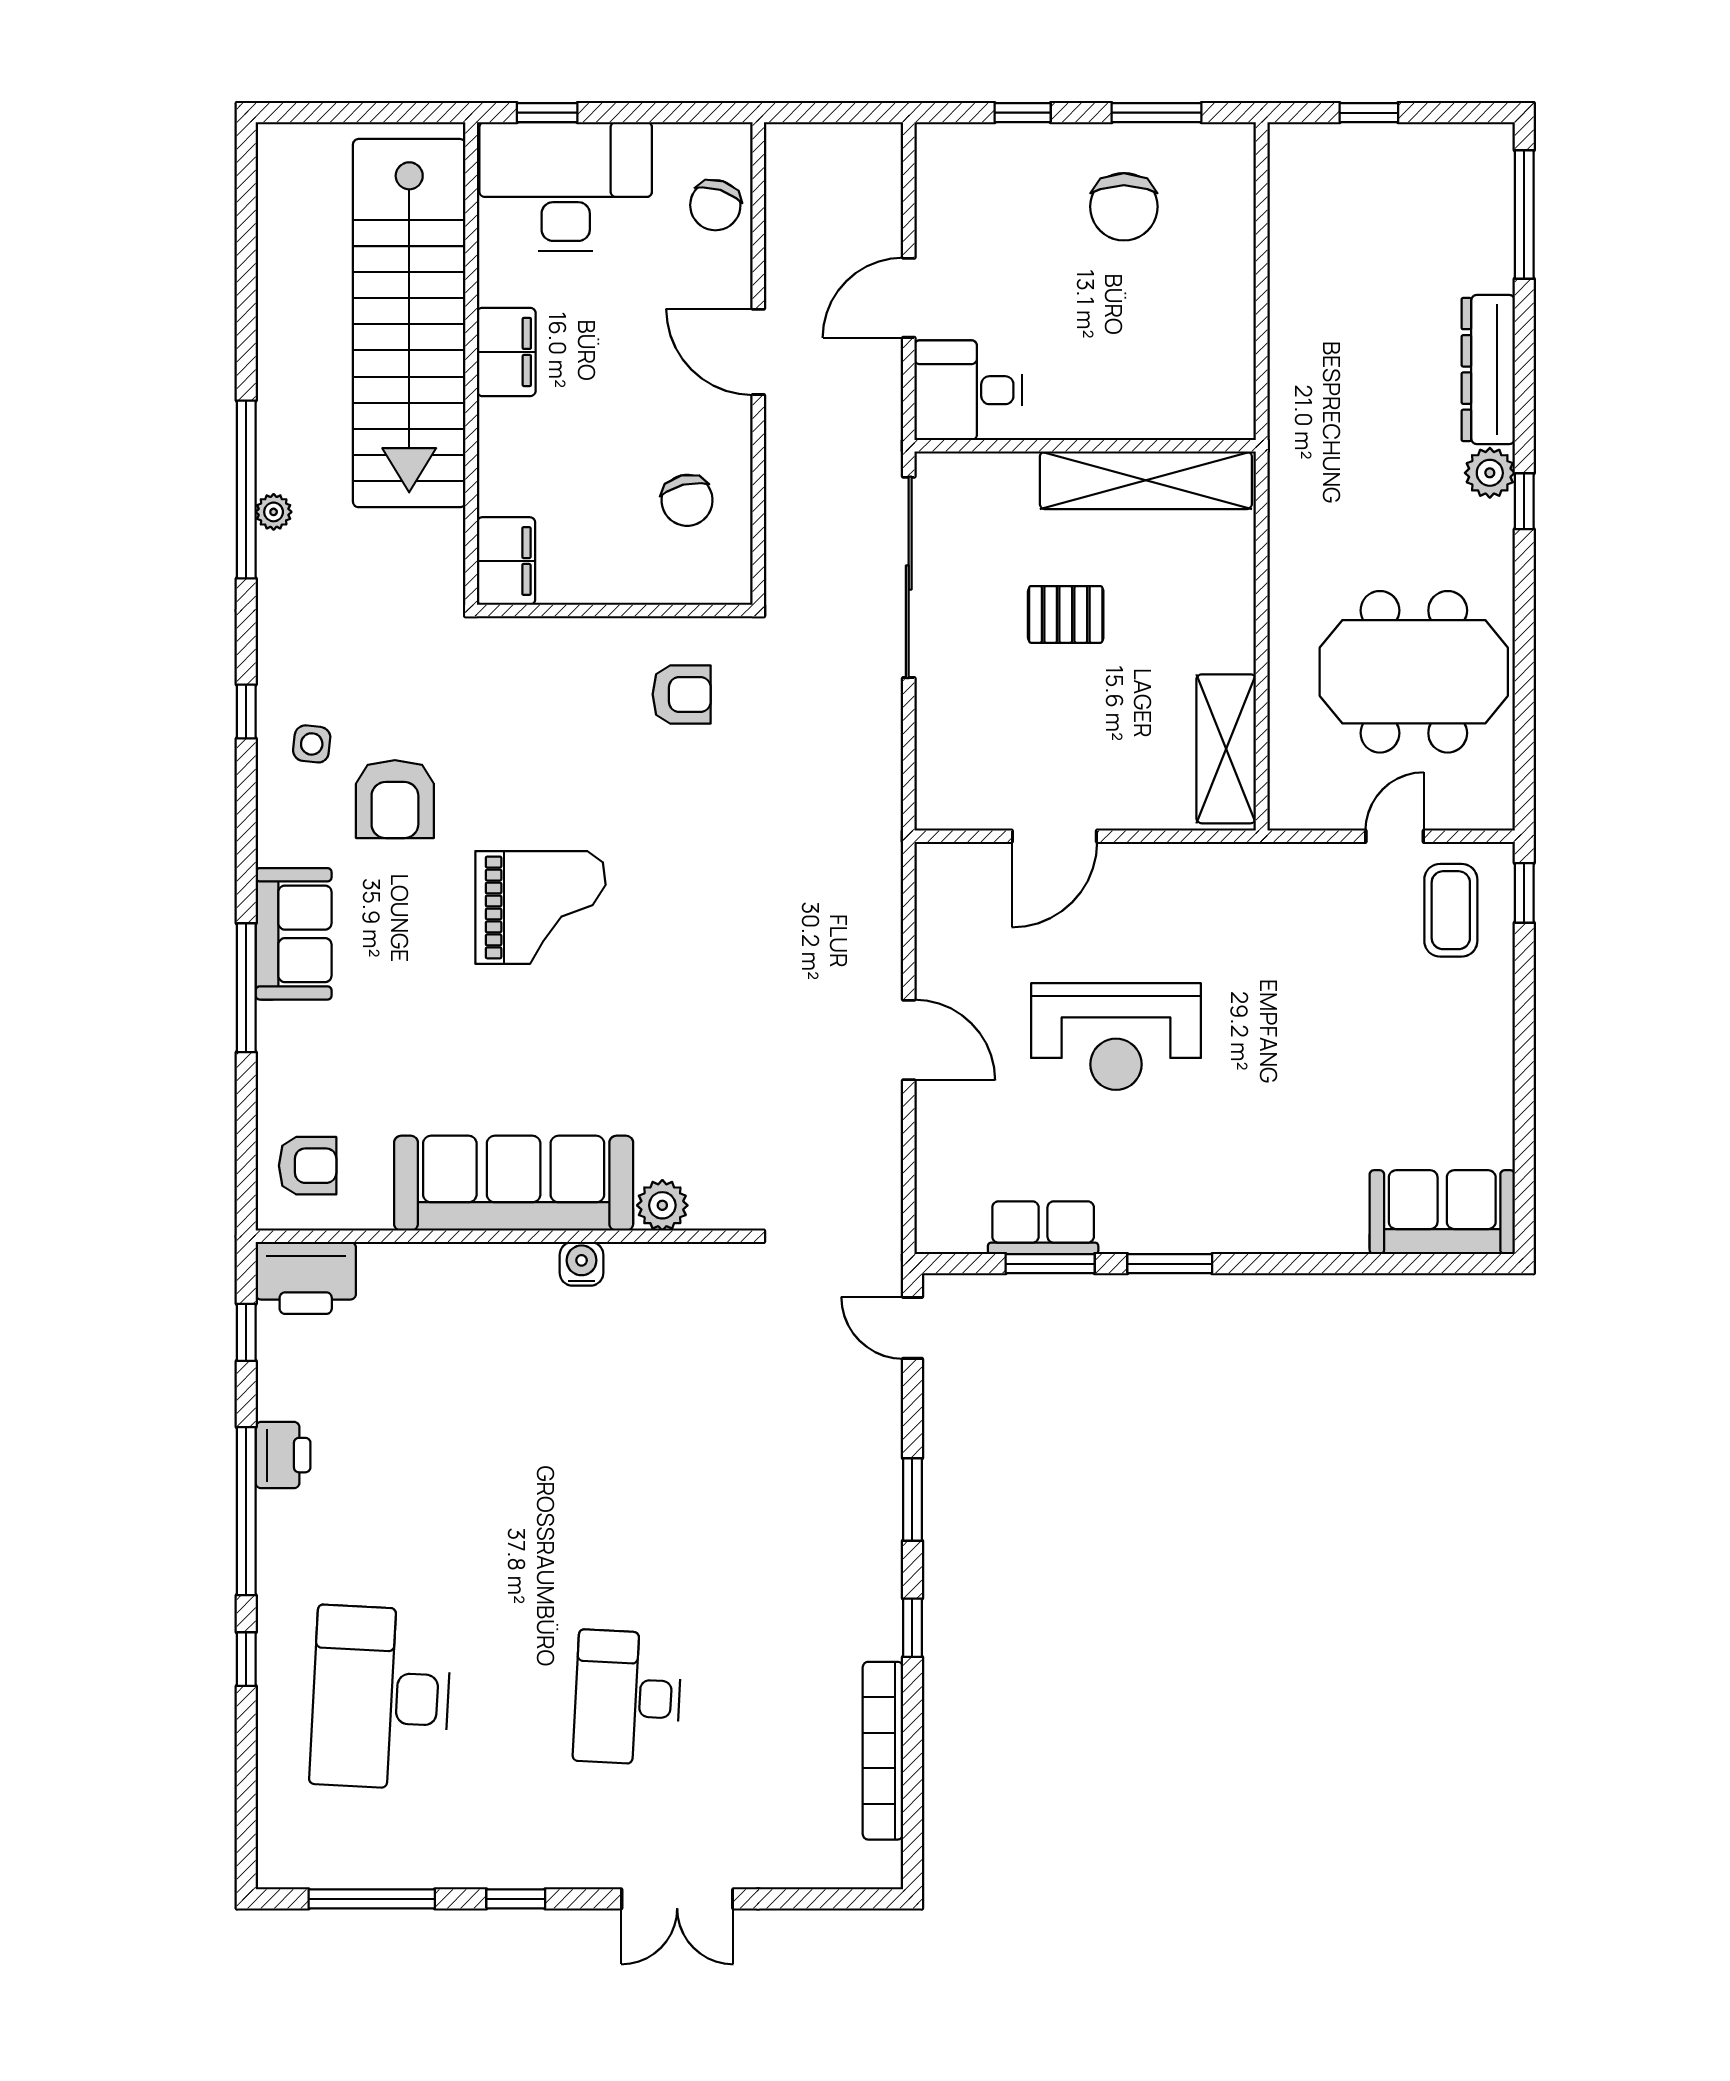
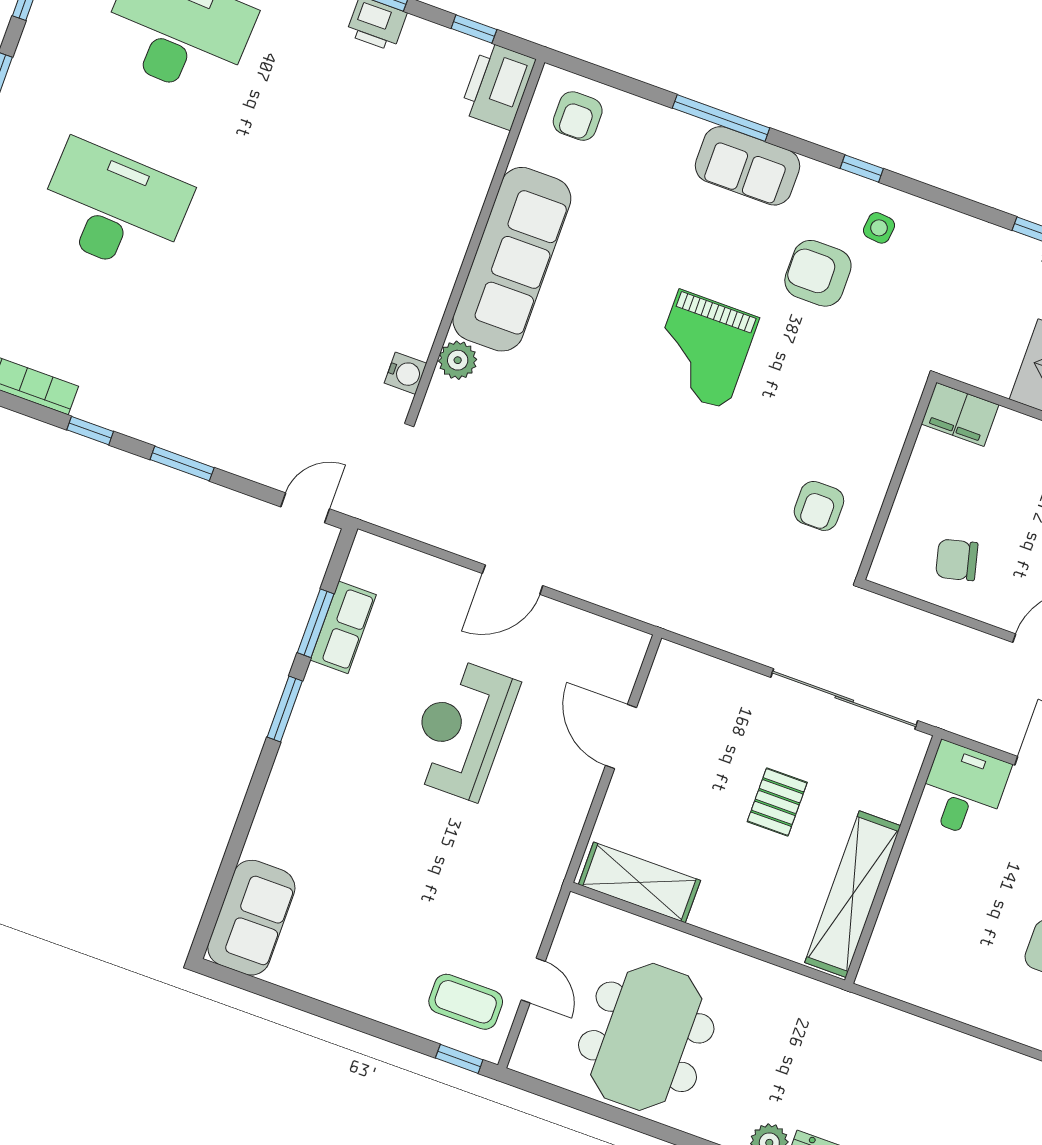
window: (246, 711) -> (862, 169), moved
water cooler: (582, 1264) -> (406, 373), moved
desk: (627, 1698) -> (114, 208), width x1.36, depth x1.30

